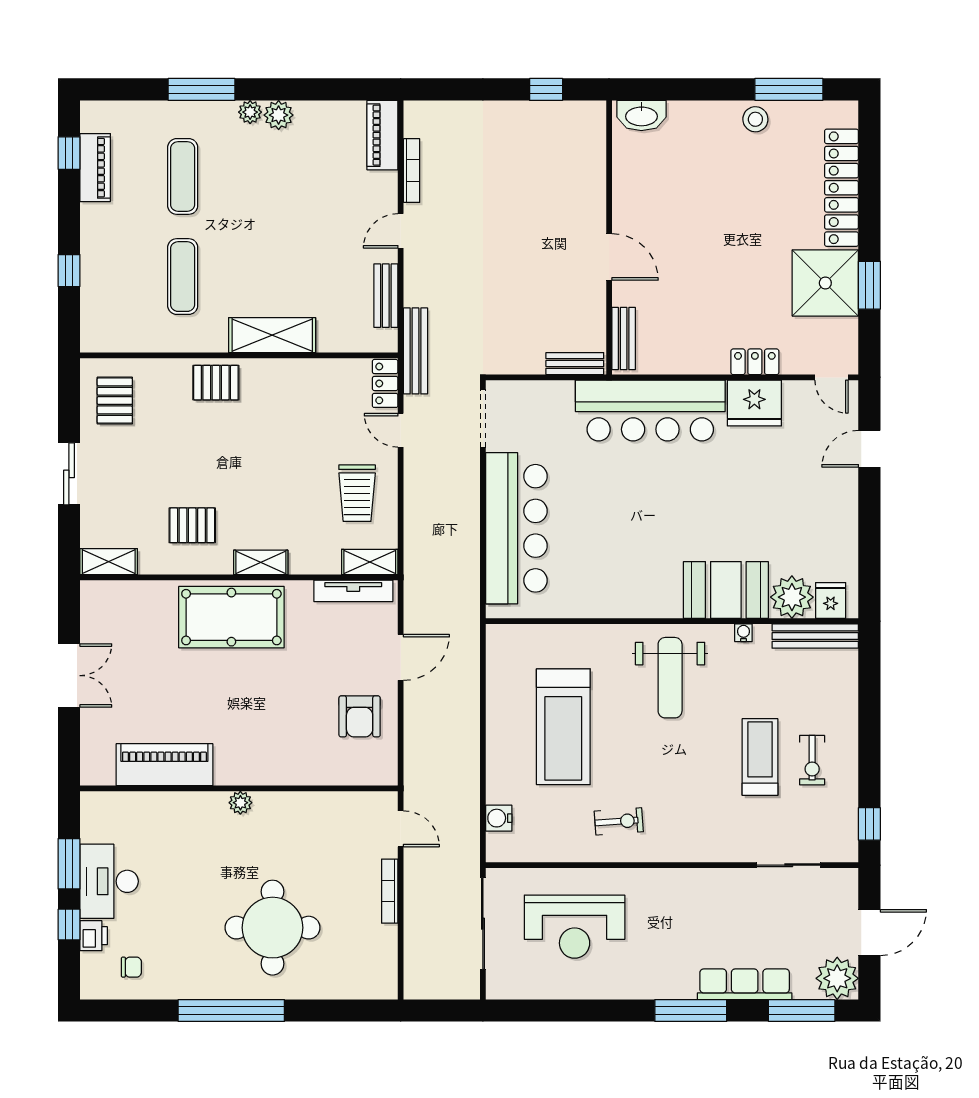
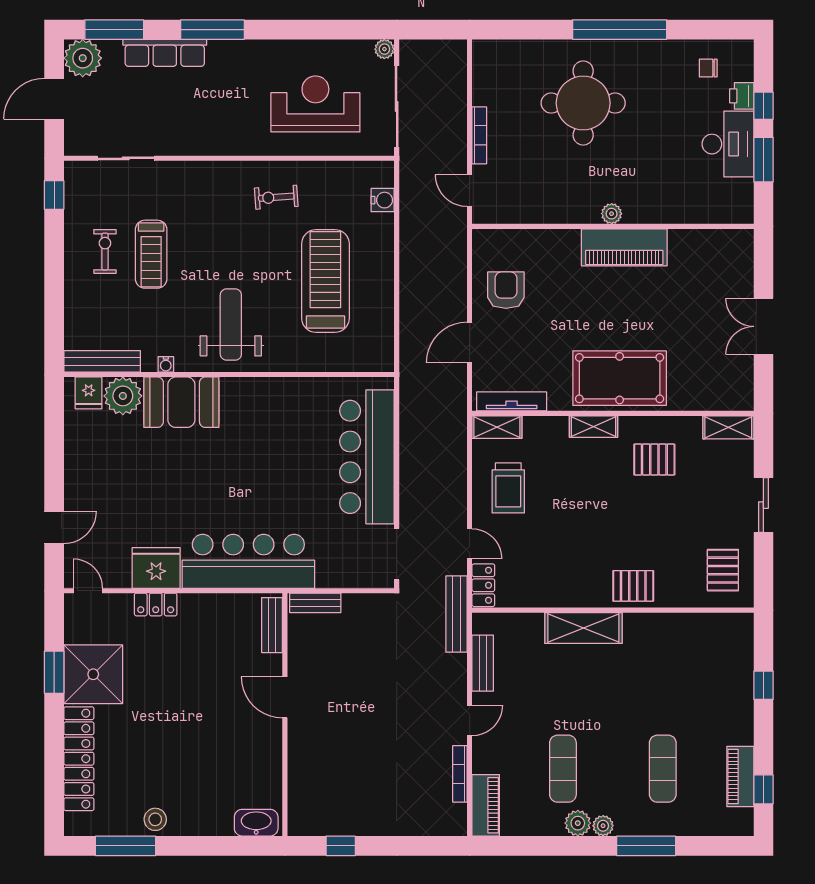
exercise mat: (183, 277) -> (563, 769), moved
trolley: (357, 493) -> (508, 488), turned 180
piano: (164, 765) -> (624, 247), moved
plant: (497, 988) -> (384, 49), added

